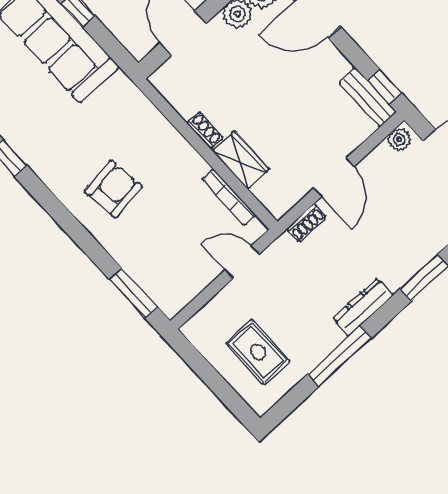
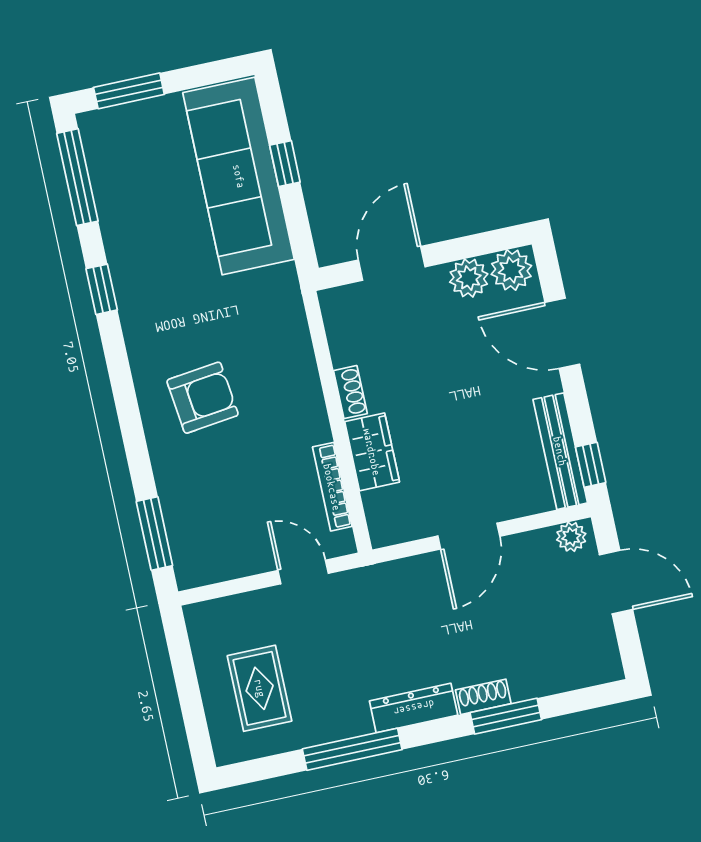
bench: (368, 97) -> (560, 451), width x1.36
shoe rack: (306, 223) -> (483, 697), moved, turned 180

